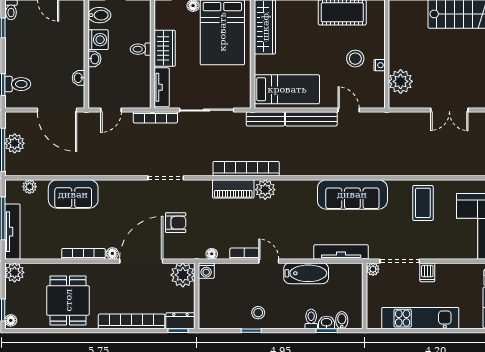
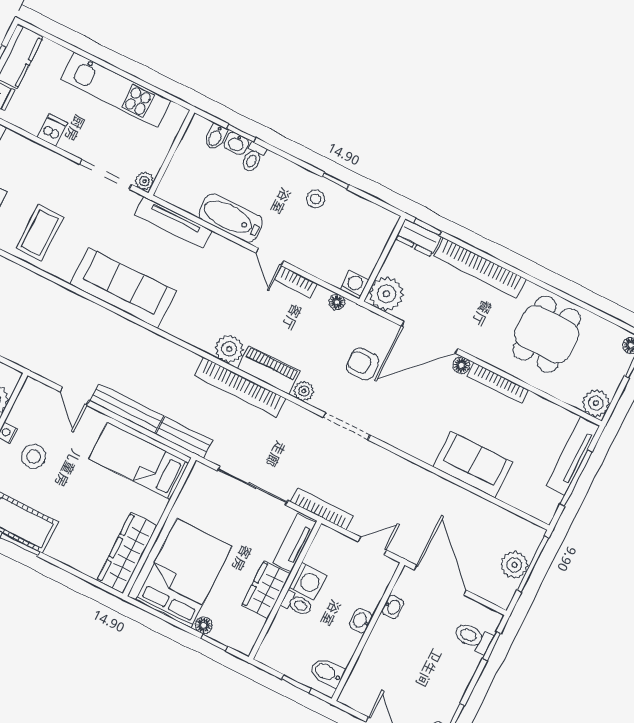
washing machine: (98, 40) -> (308, 581), moved, turned 180
plant: (30, 187) -> (304, 391), moved
dishwasher: (427, 272) -> (52, 130), moved

